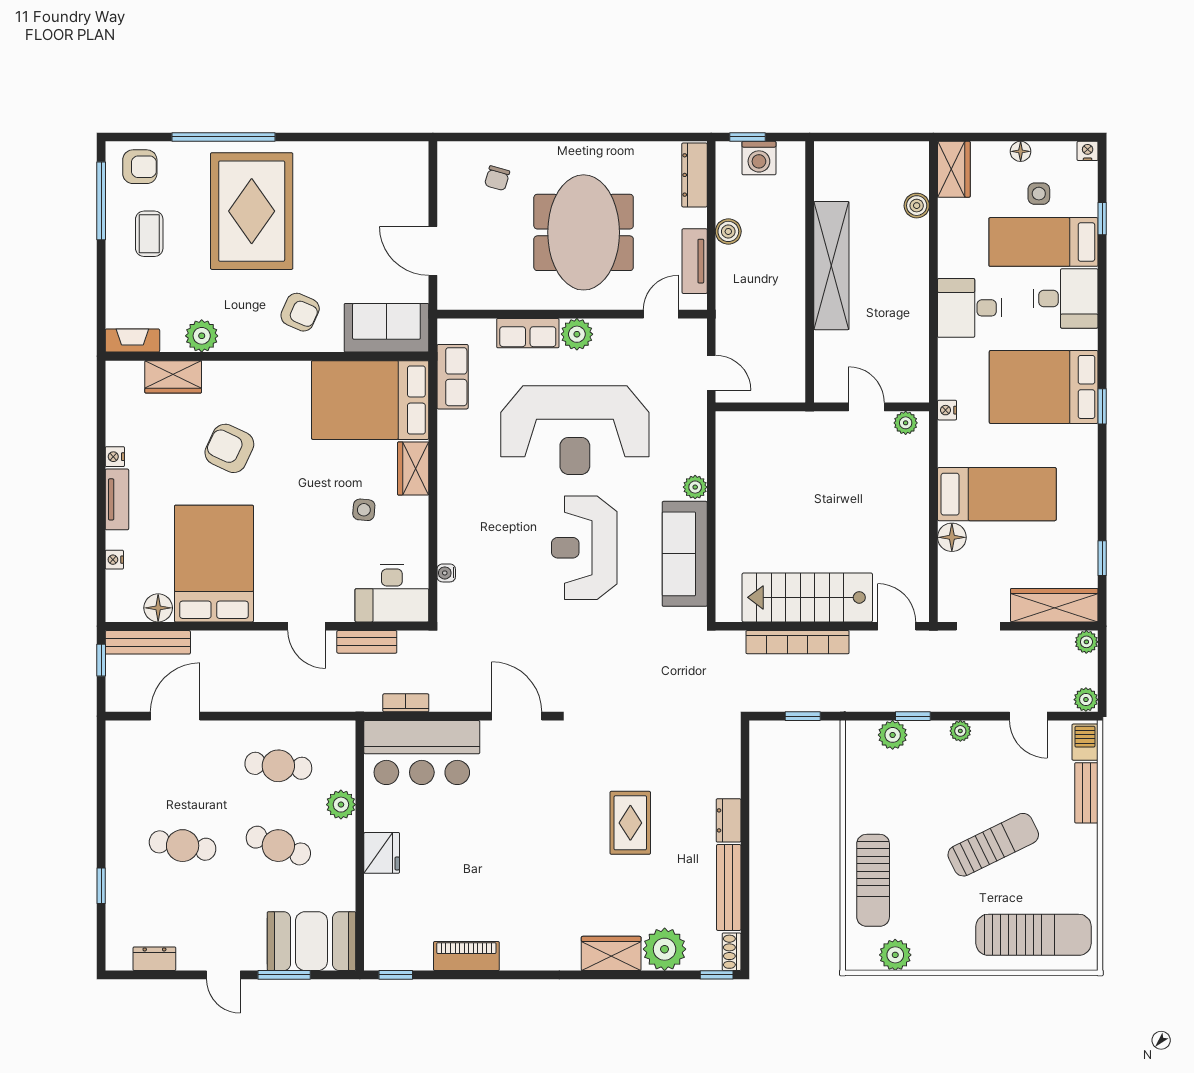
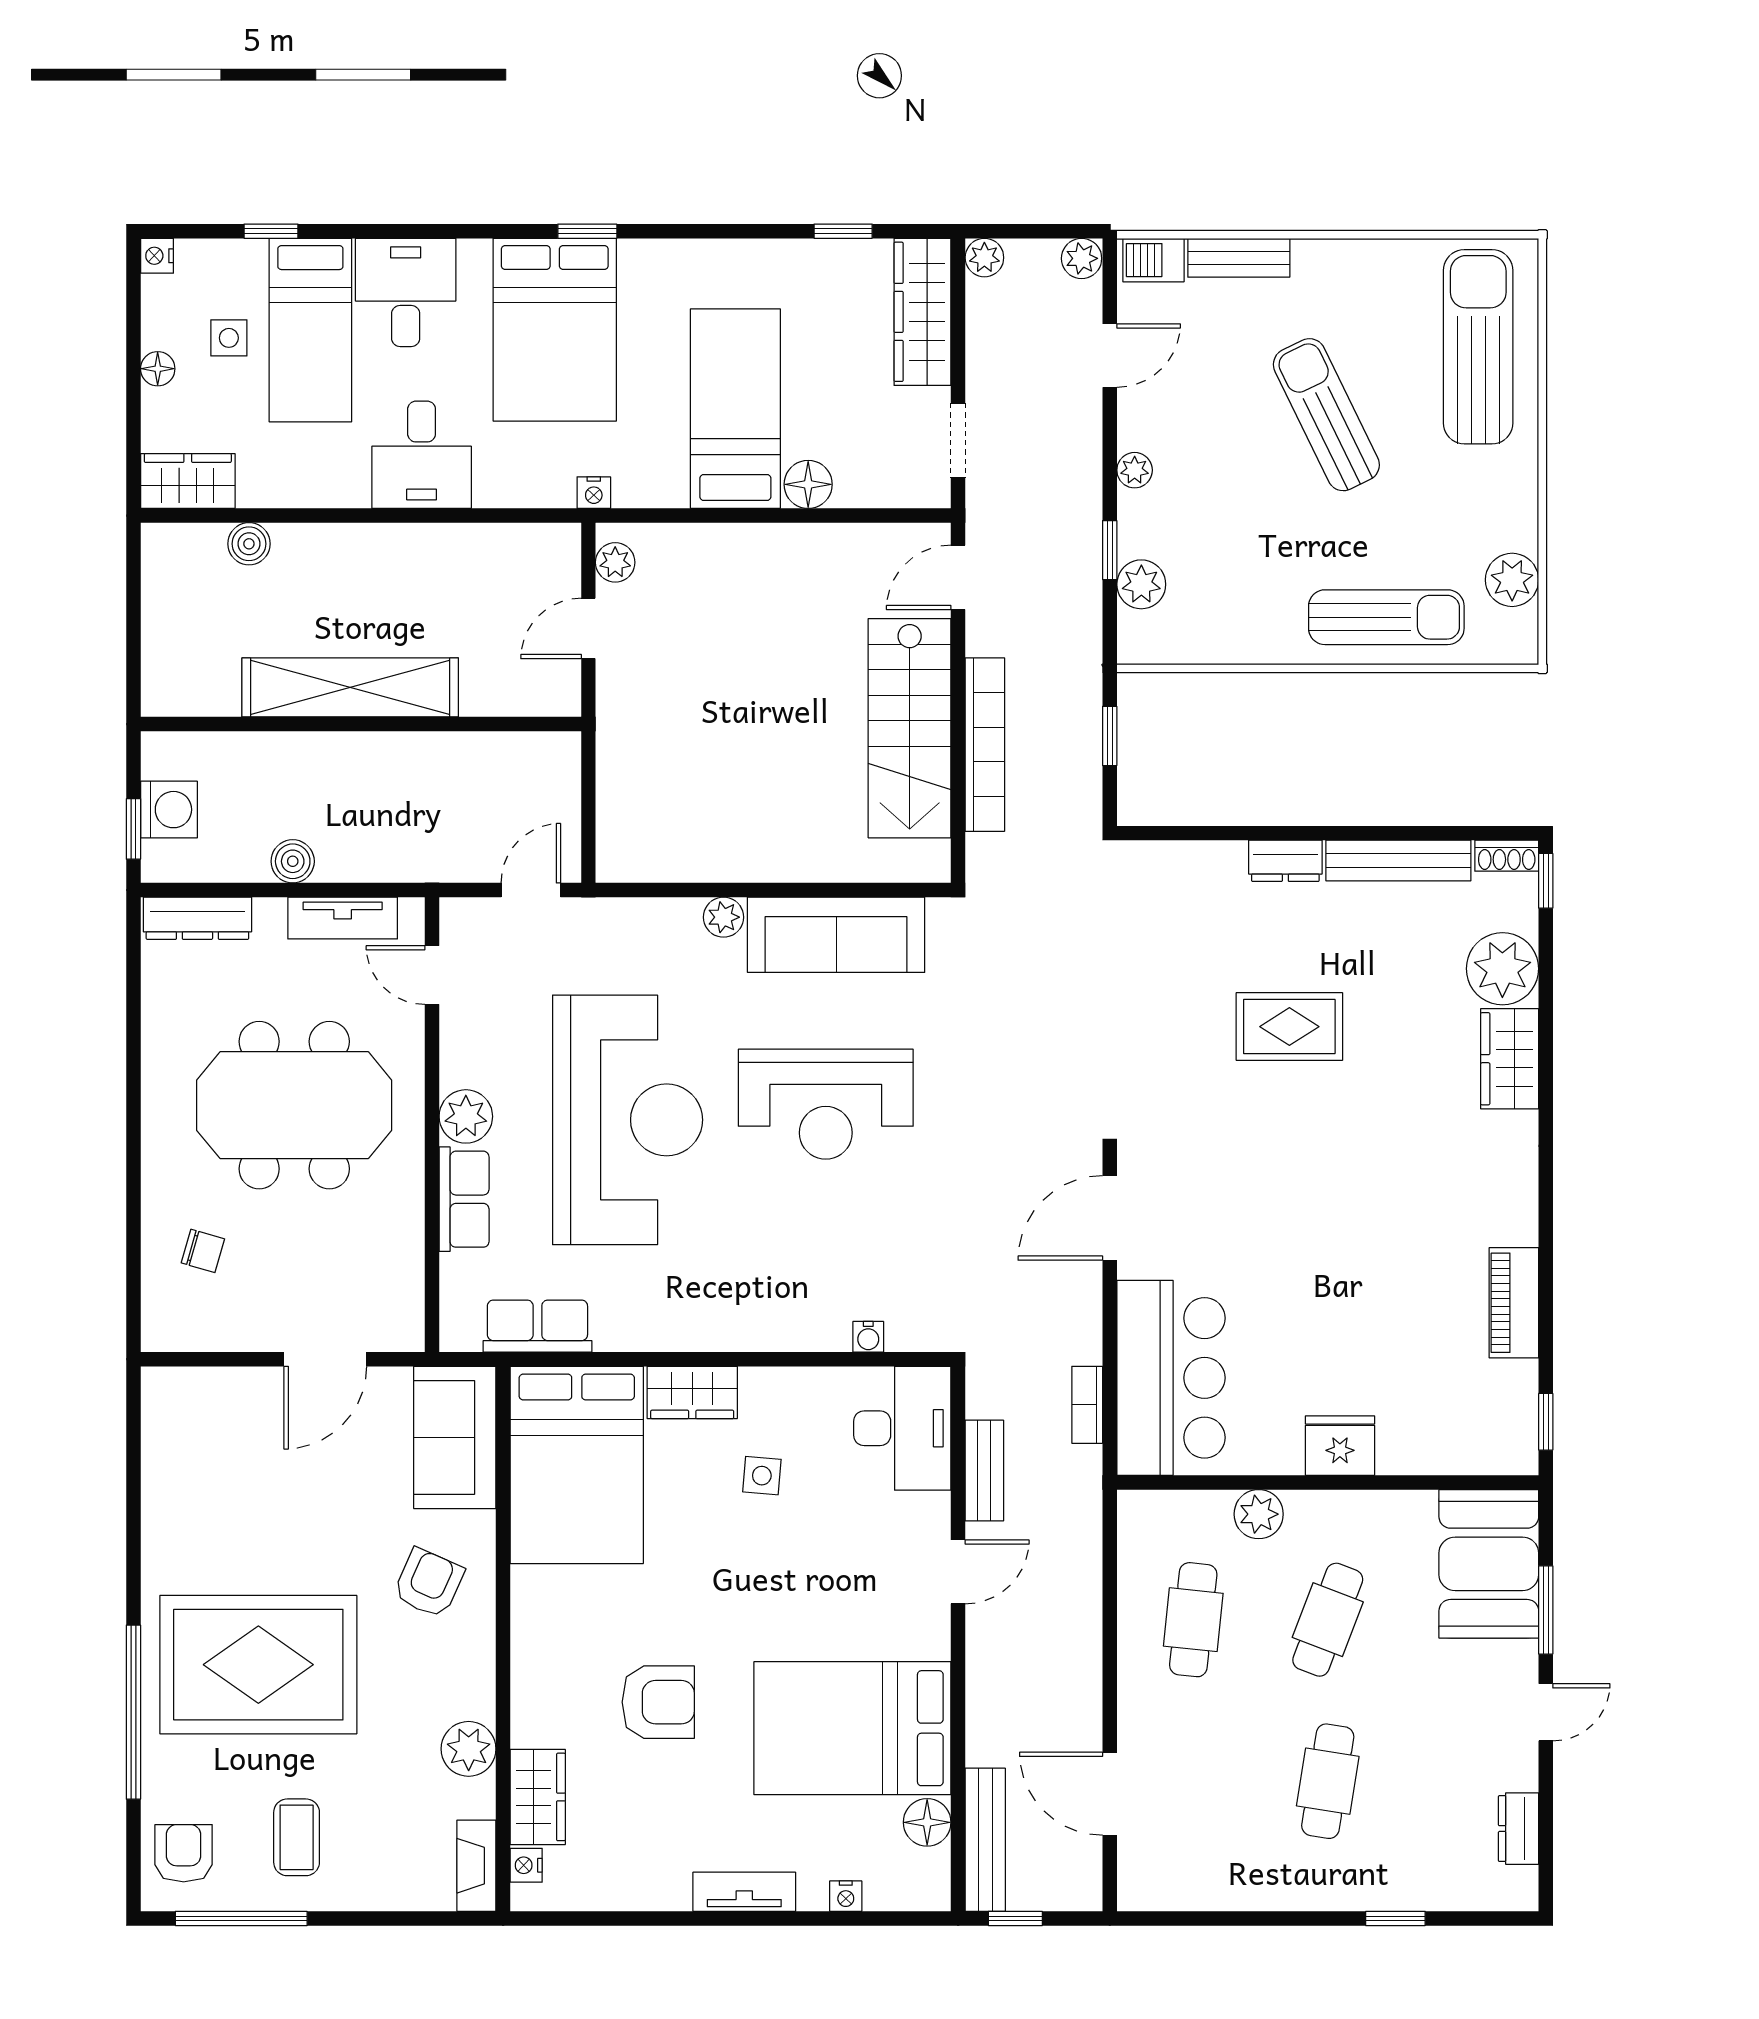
coffee table: (149, 234) -> (297, 1837), turned 90
armchair: (229, 448) -> (658, 1702), turned -115
nightstand: (115, 457) -> (526, 1865), moved, turned 90

